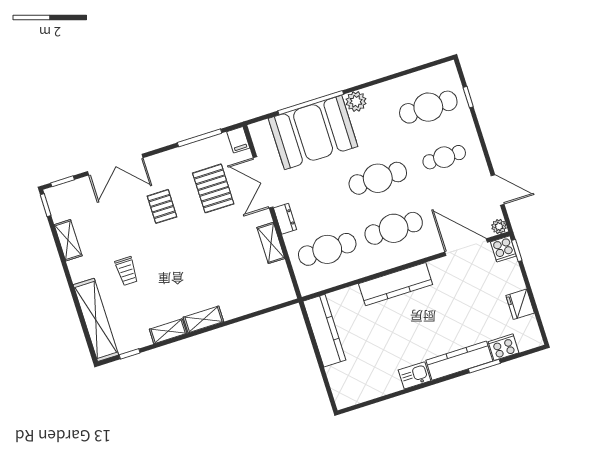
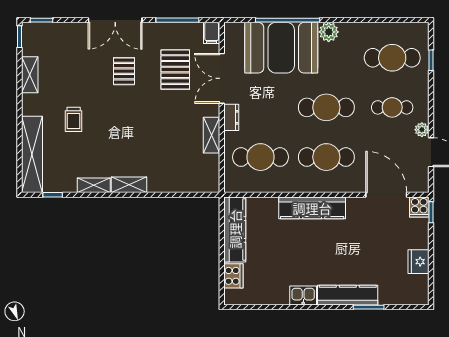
double door: (115, 165) -> (115, 20), moved
plant: (499, 227) -> (422, 130), moved
cooker: (504, 347) -> (233, 276), moved, turned 90

